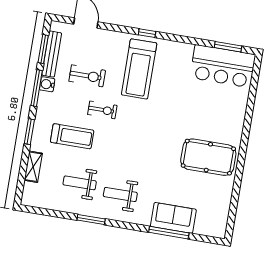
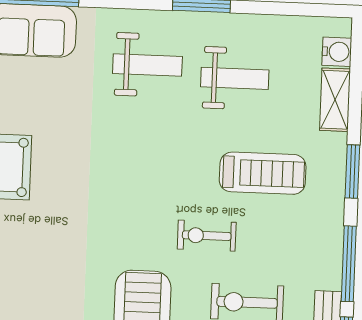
water cooler: (47, 84) -> (337, 52), moved
treadmill: (72, 136) -> (263, 173), turned 180

